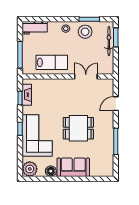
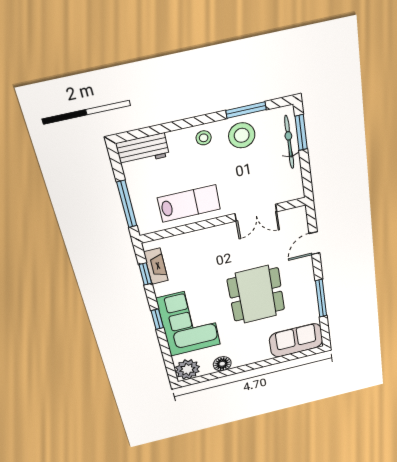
double door: (86, 77) -> (256, 213), swing flipped
dining table: (78, 128) -> (256, 295), width x1.38
sofa: (73, 167) -> (296, 340), moved

